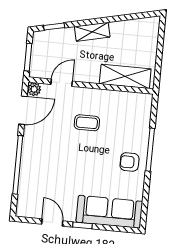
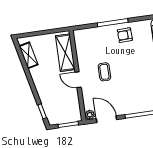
shelving: (92, 32) -> (29, 55), moved
door: (62, 83) -> (78, 80), moved
armchair: (129, 162) -> (125, 35), turned 88

